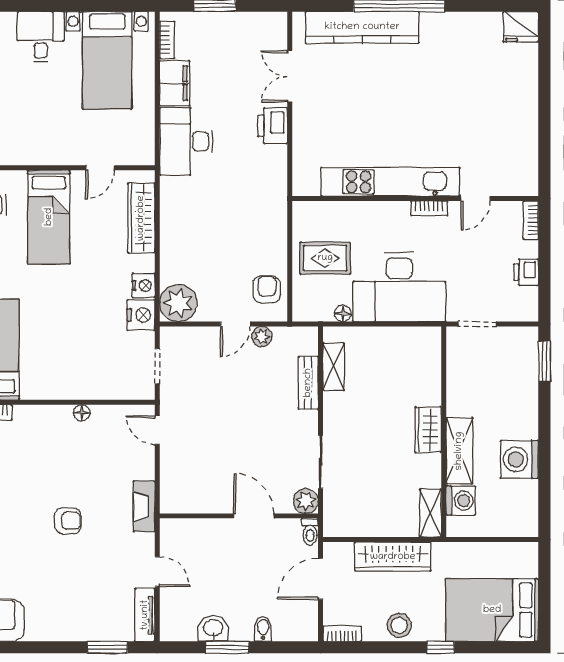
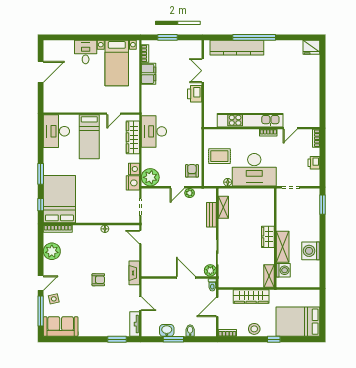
desk: (186, 141) -> (154, 131), moved

